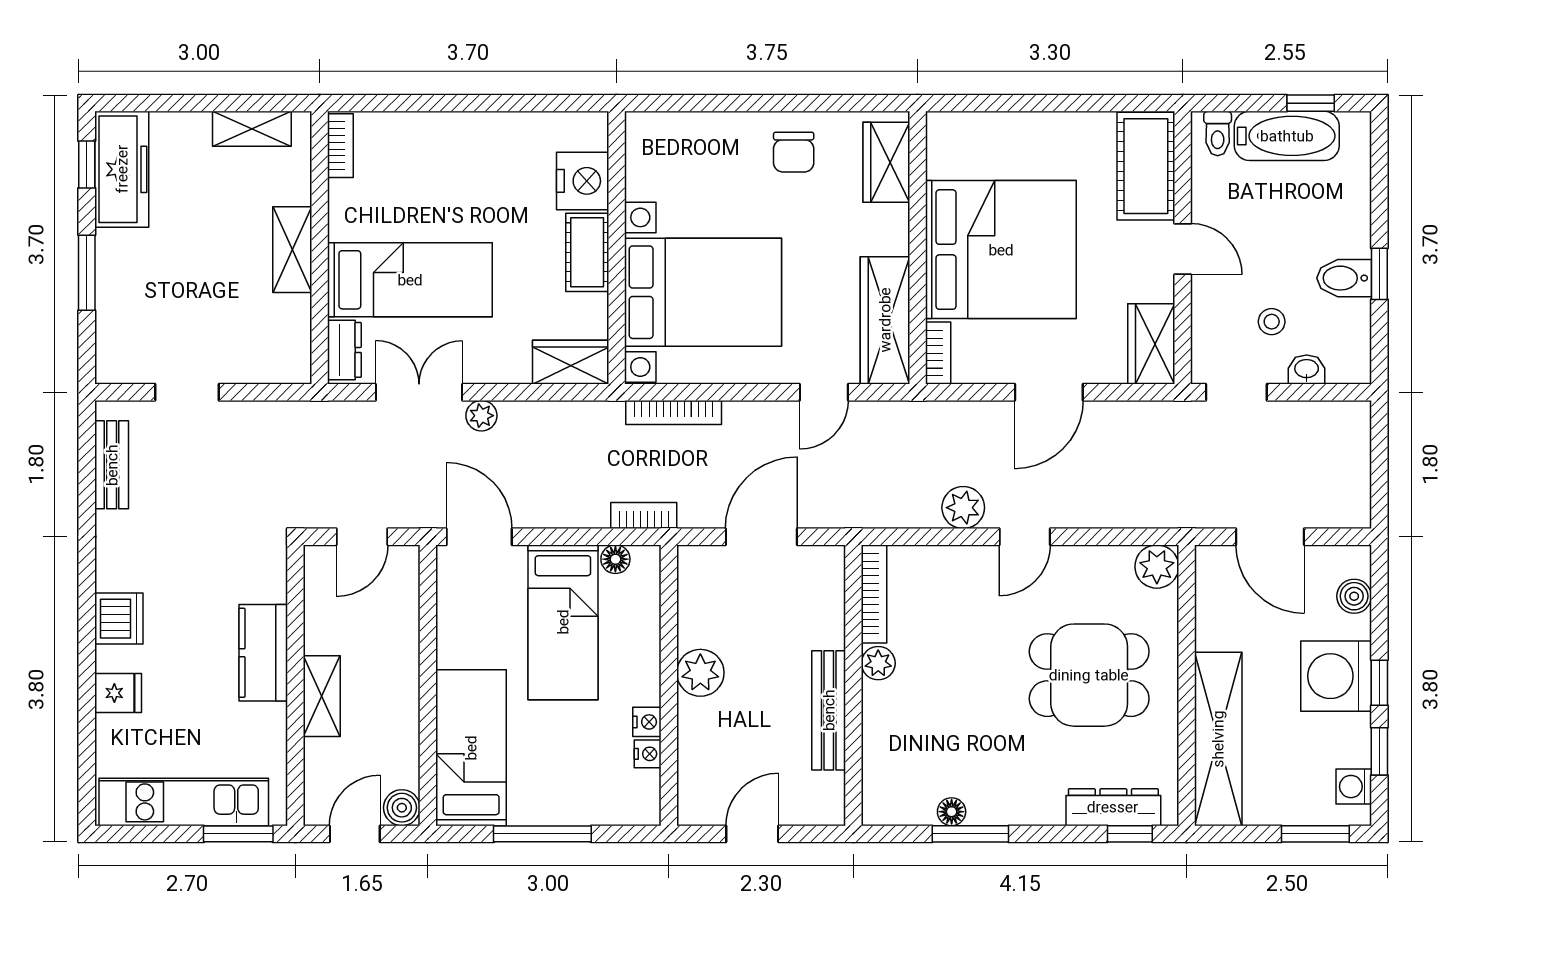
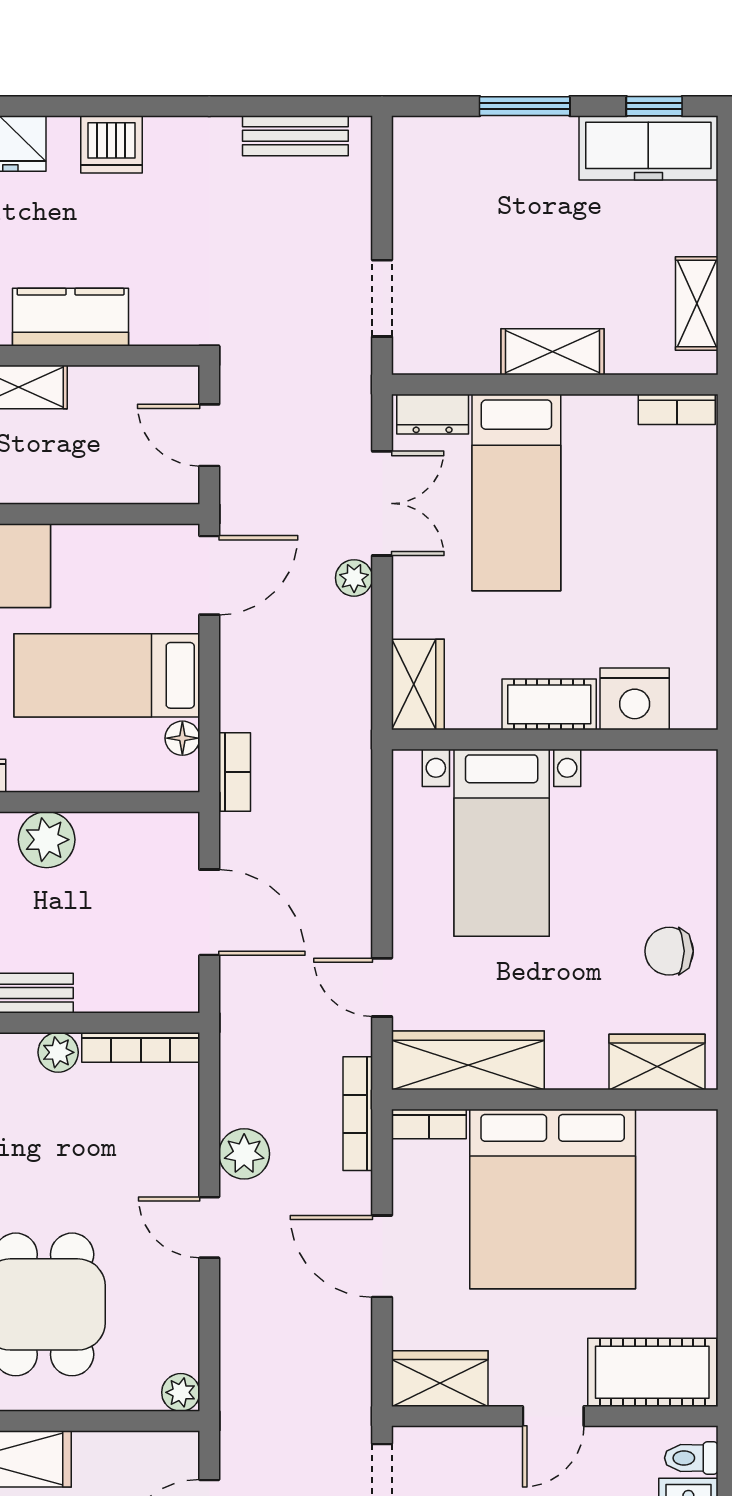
bed with nightstands: (703, 292) -> (502, 843), width x0.73
doorway: (187, 392) -> (382, 298), moved
bookcase: (674, 412) -> (358, 1114), moved
plant: (1157, 567) -> (181, 1392), width x0.73, depth x0.73

